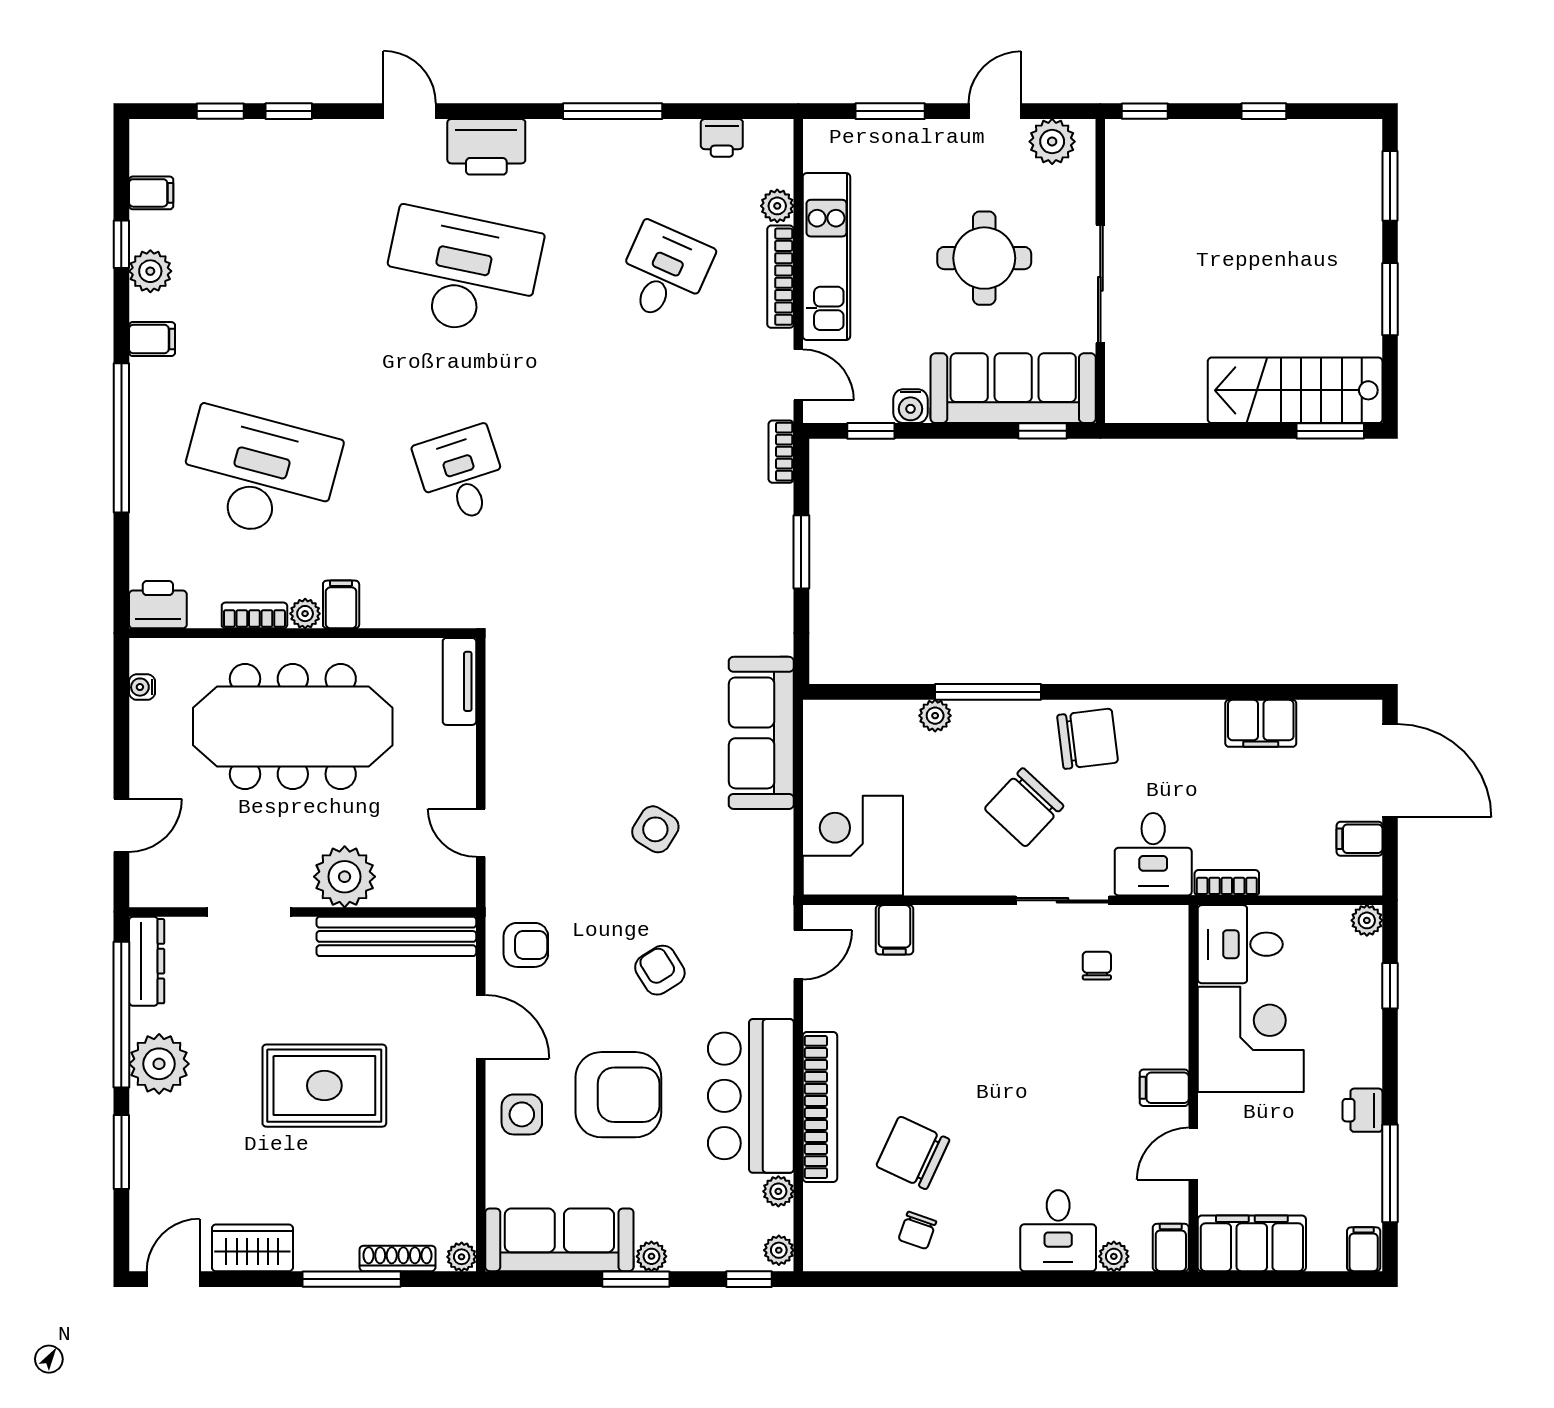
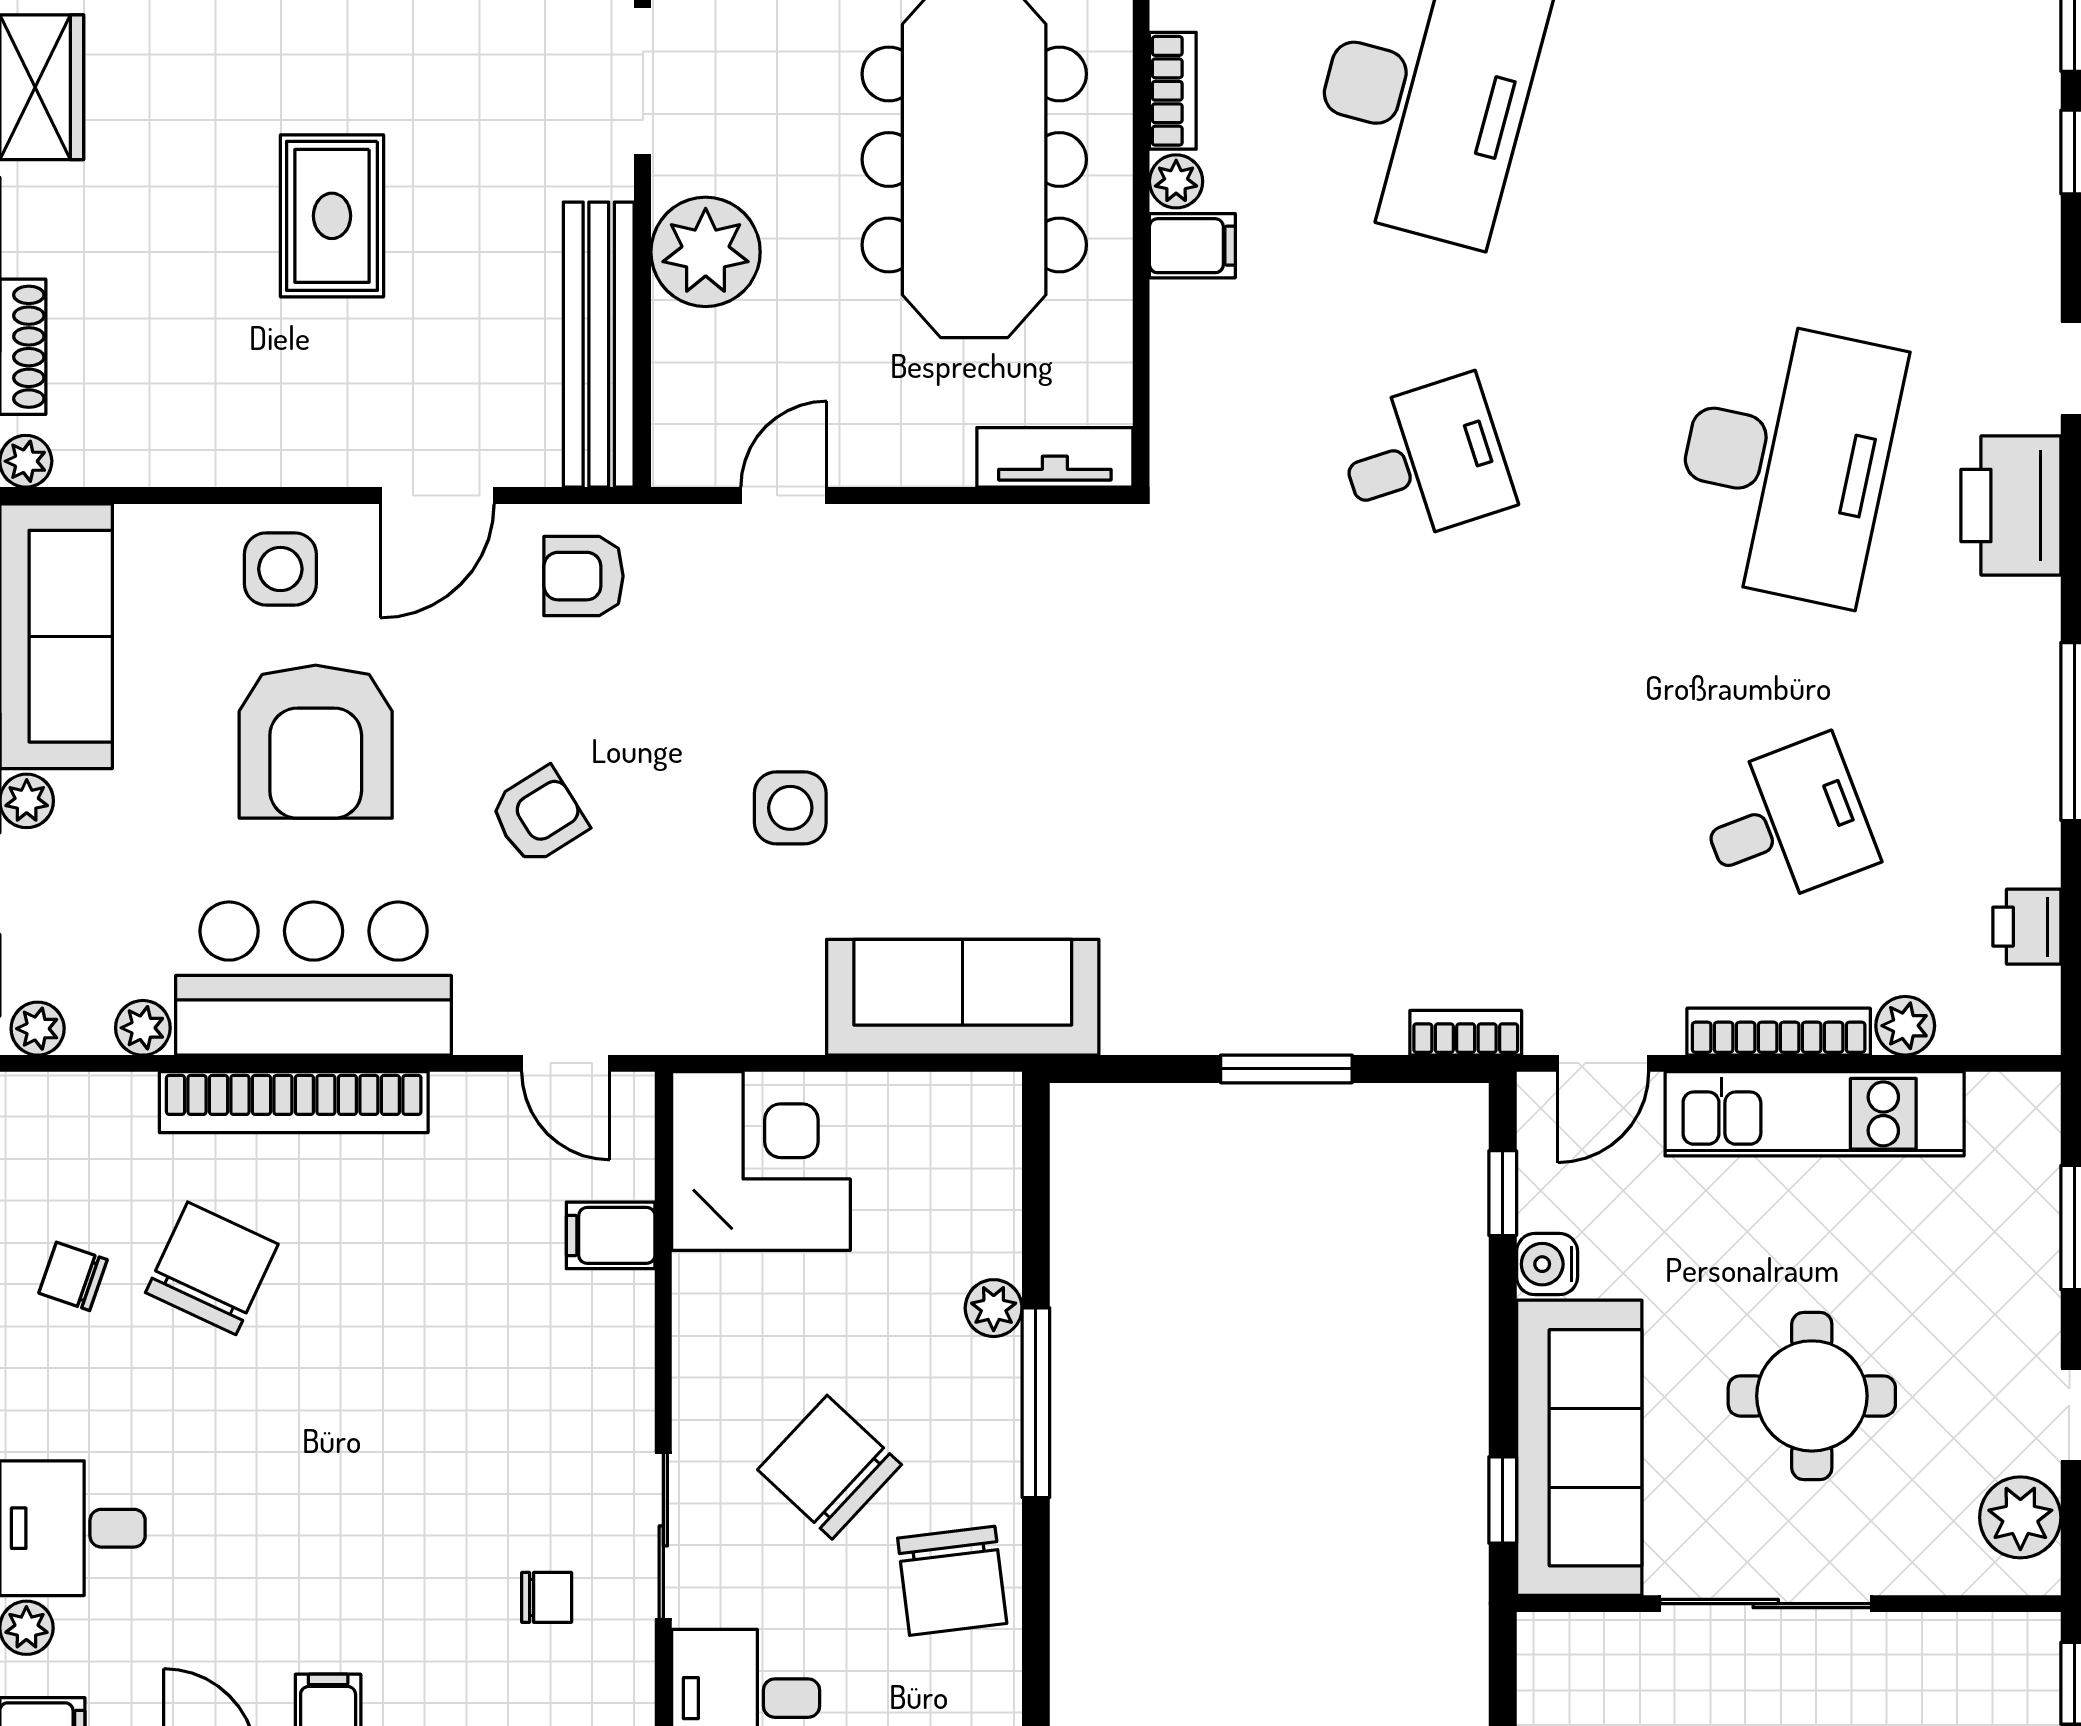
desk: (664, 273) -> (1786, 823), turned -45
side table: (655, 829) -> (790, 808), turned -32
armchair: (526, 945) -> (583, 576), turned 90
rug: (324, 1086) -> (332, 216), width x0.73, depth x0.70

